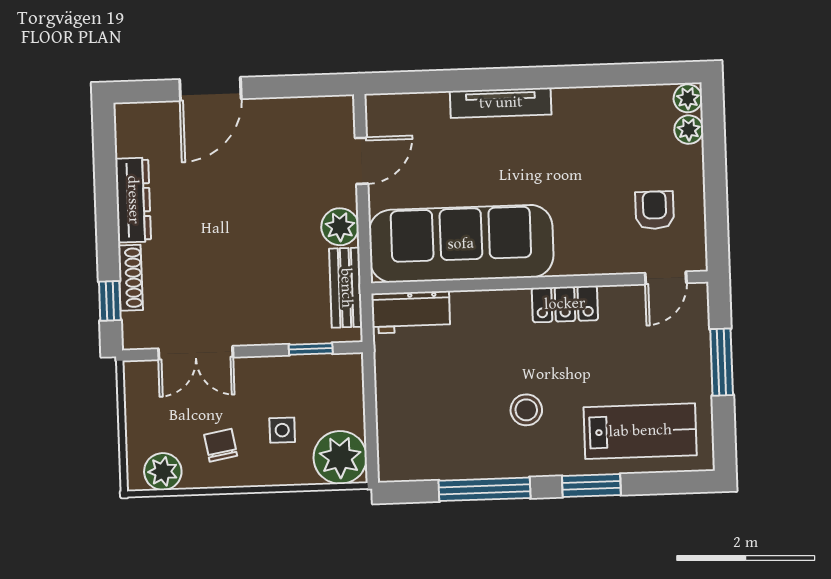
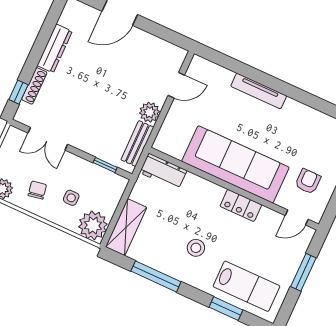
sofa: (461, 244) -> (235, 164), moved
shelving: (396, 433) -> (126, 227), added
window: (591, 486) -> (226, 309), moved

